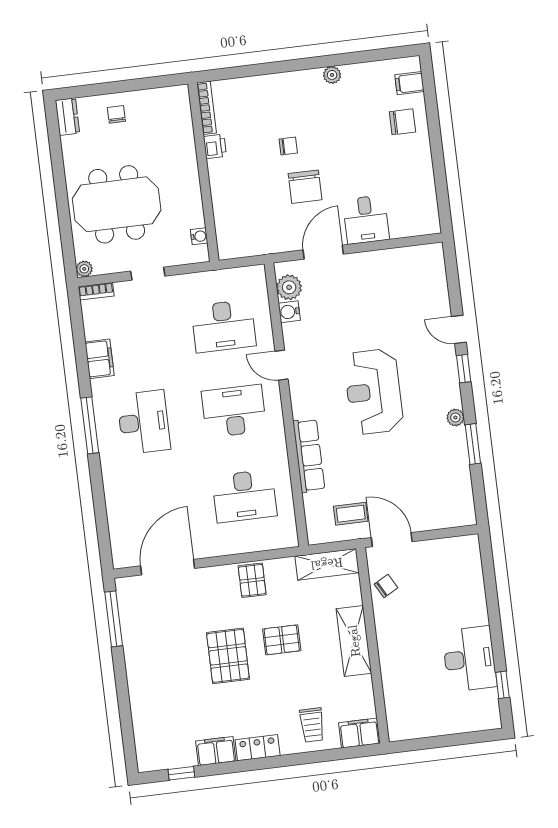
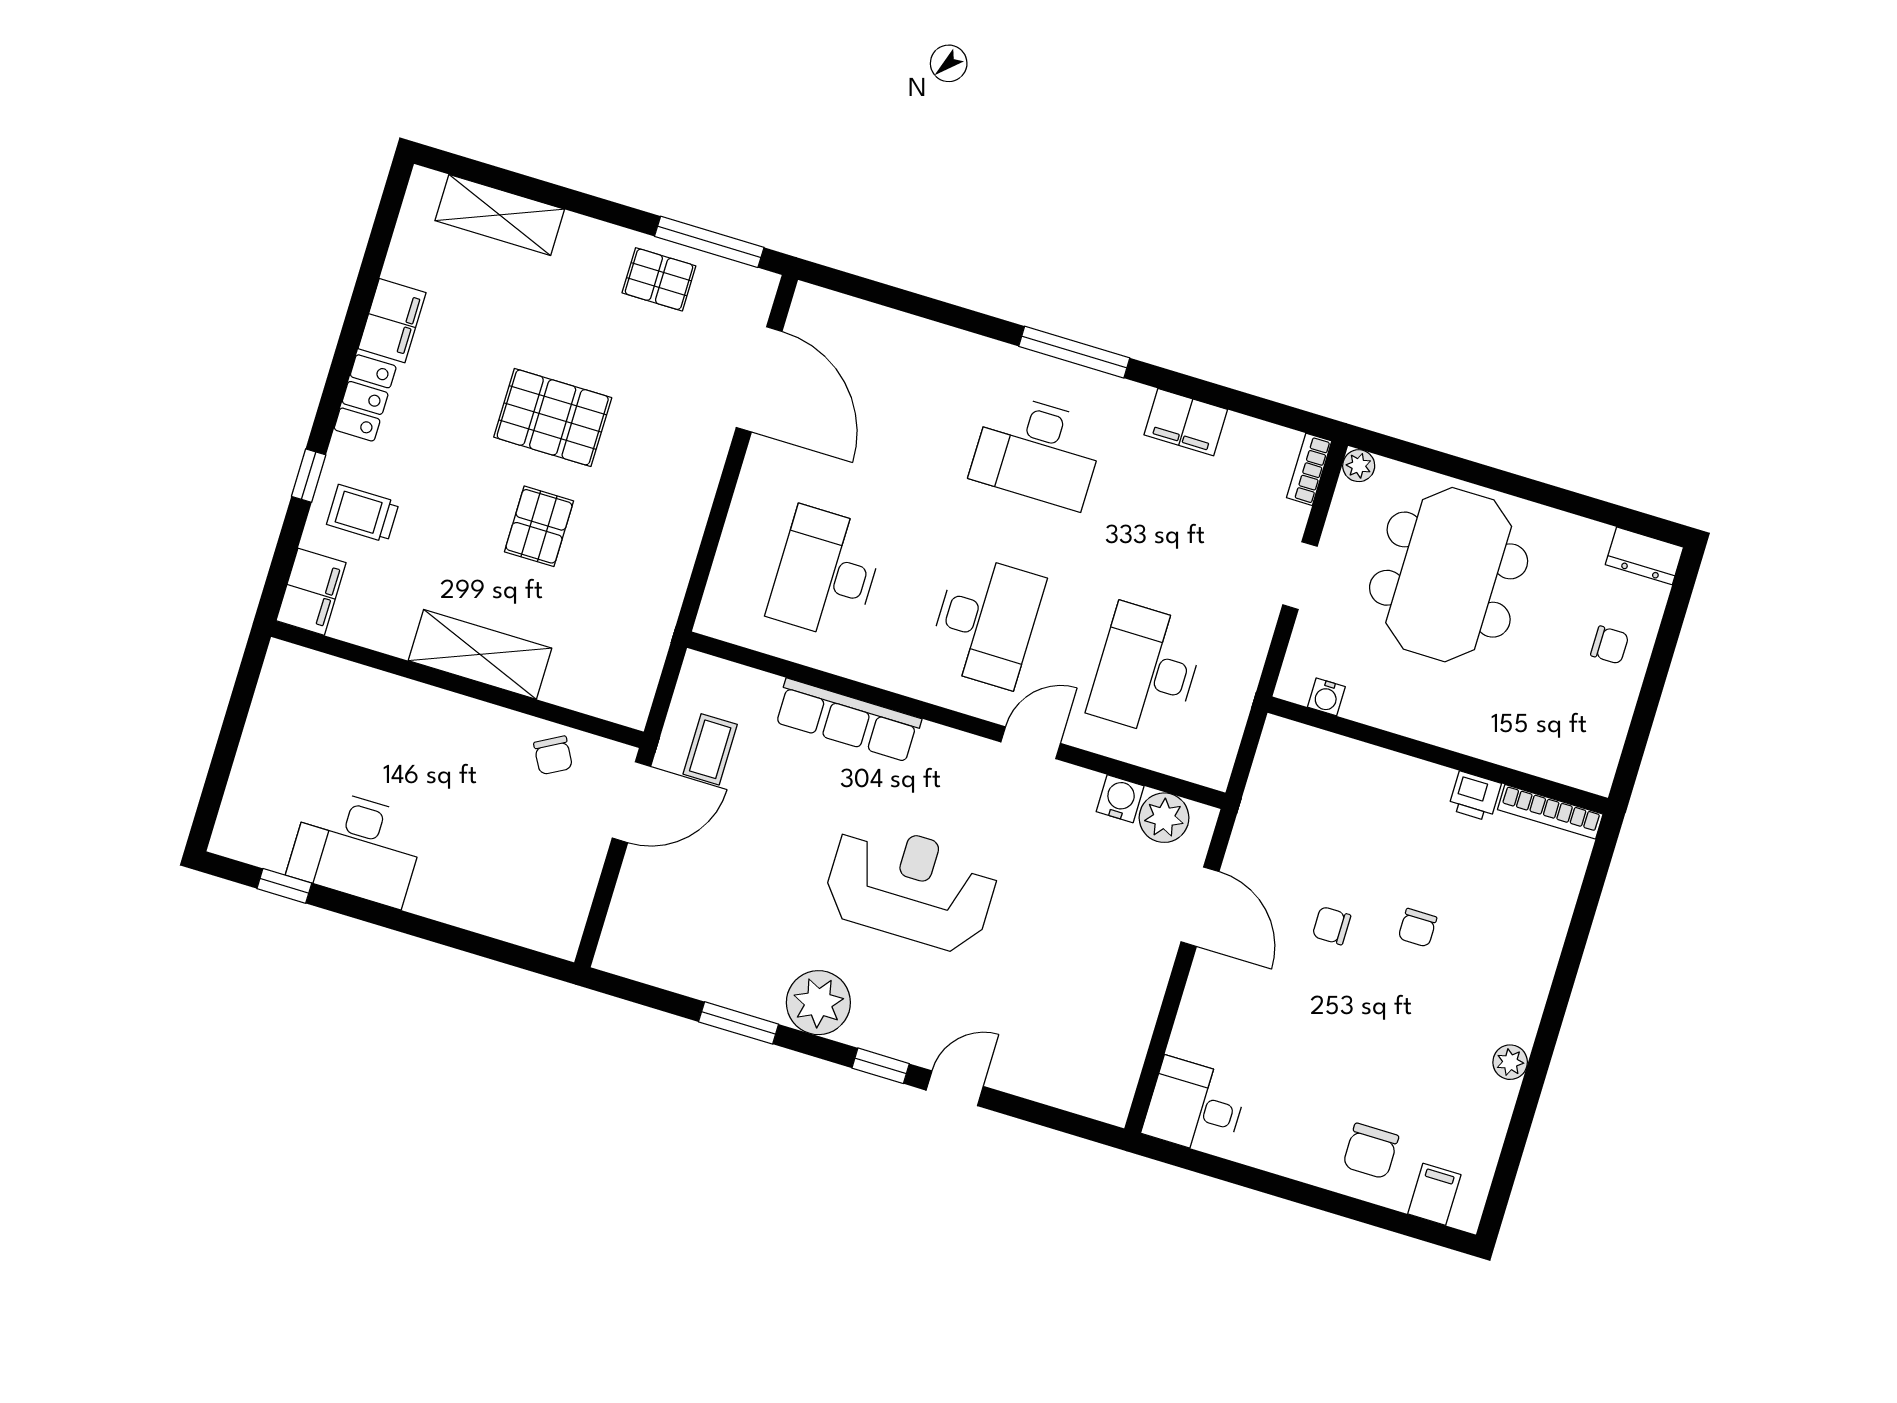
chair: (305, 187) -> (1331, 926), width x0.54, depth x0.54
desk: (366, 220) -> (1195, 1107), moved
plant: (455, 417) -> (818, 1003), width x1.87, depth x1.87
shelving: (327, 564) -> (500, 215), moved, turned 90
pallet: (252, 580) -> (659, 279), moved
window: (181, 773) -> (309, 476), moved

